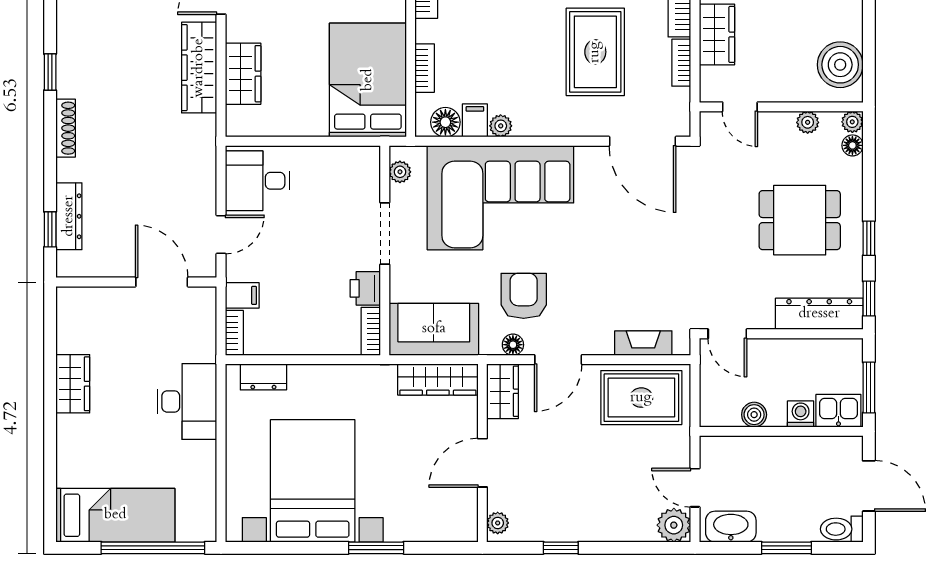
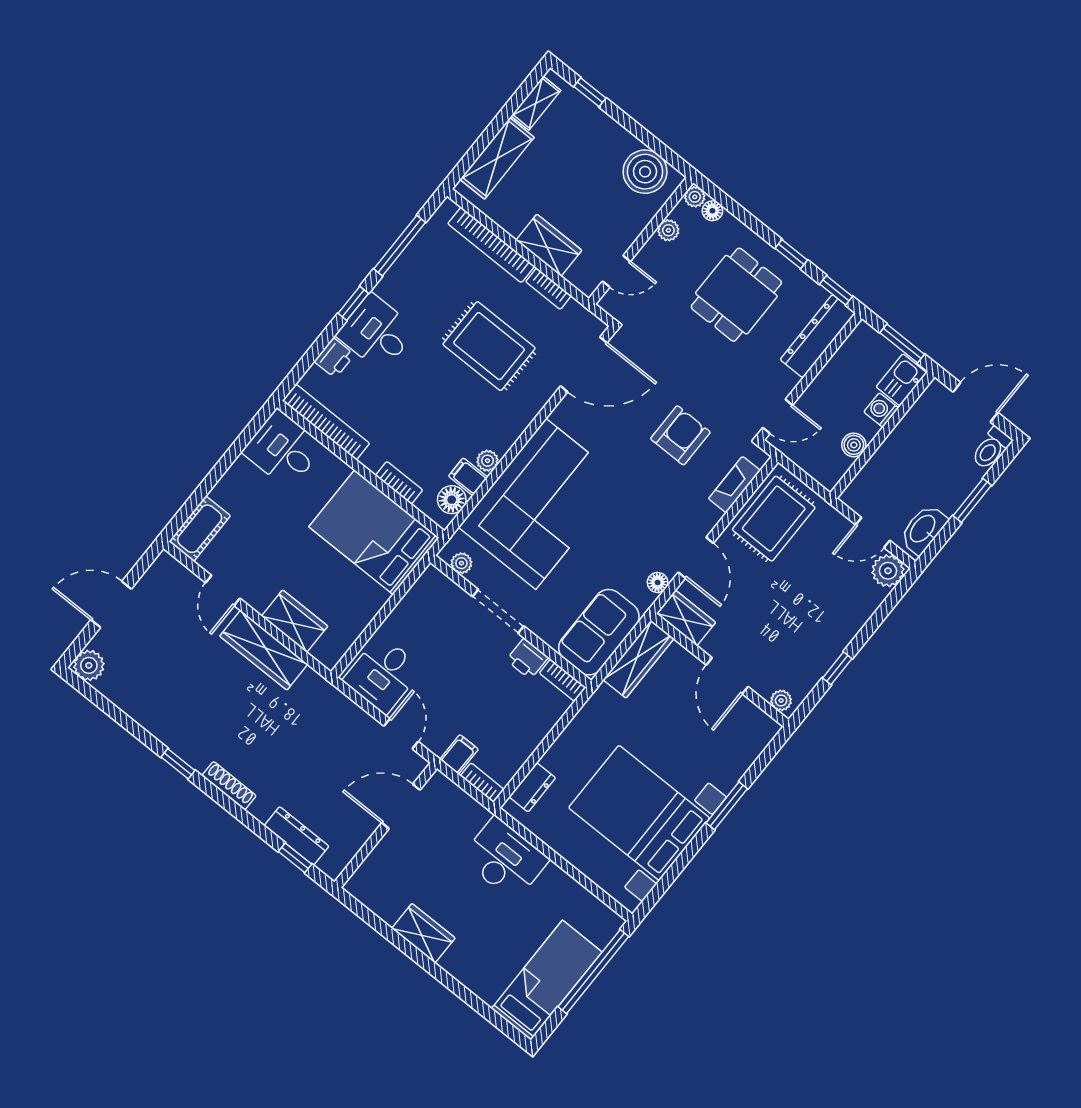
armchair: (524, 296) -> (680, 435), moved, turned 90

